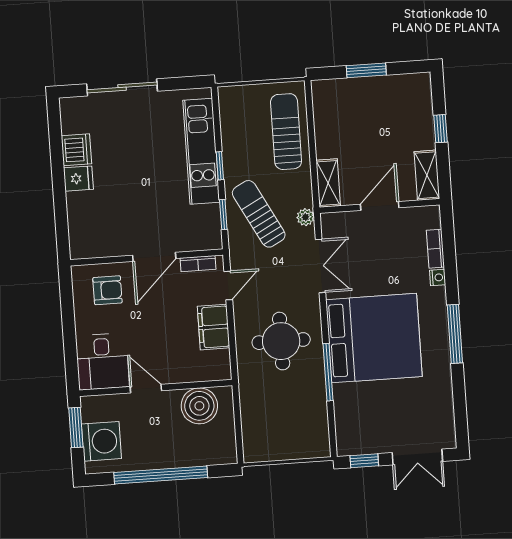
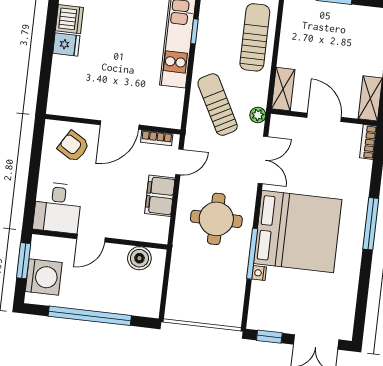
window: (220, 166) -> (195, 31), moved
door: (380, 206) -> (324, 117), hinge flipped
window: (223, 215) -> (187, 99), removed
bookcase: (435, 249) -> (368, 142), moved
nightstand: (438, 277) -> (259, 273), moved, turned 180
armchair: (107, 290) -> (74, 146), turned -149
window: (455, 334) -> (371, 224), moved
door: (146, 389) -> (91, 238), swing flipped
boiler: (199, 406) -> (139, 258), width x0.73, depth x0.73

